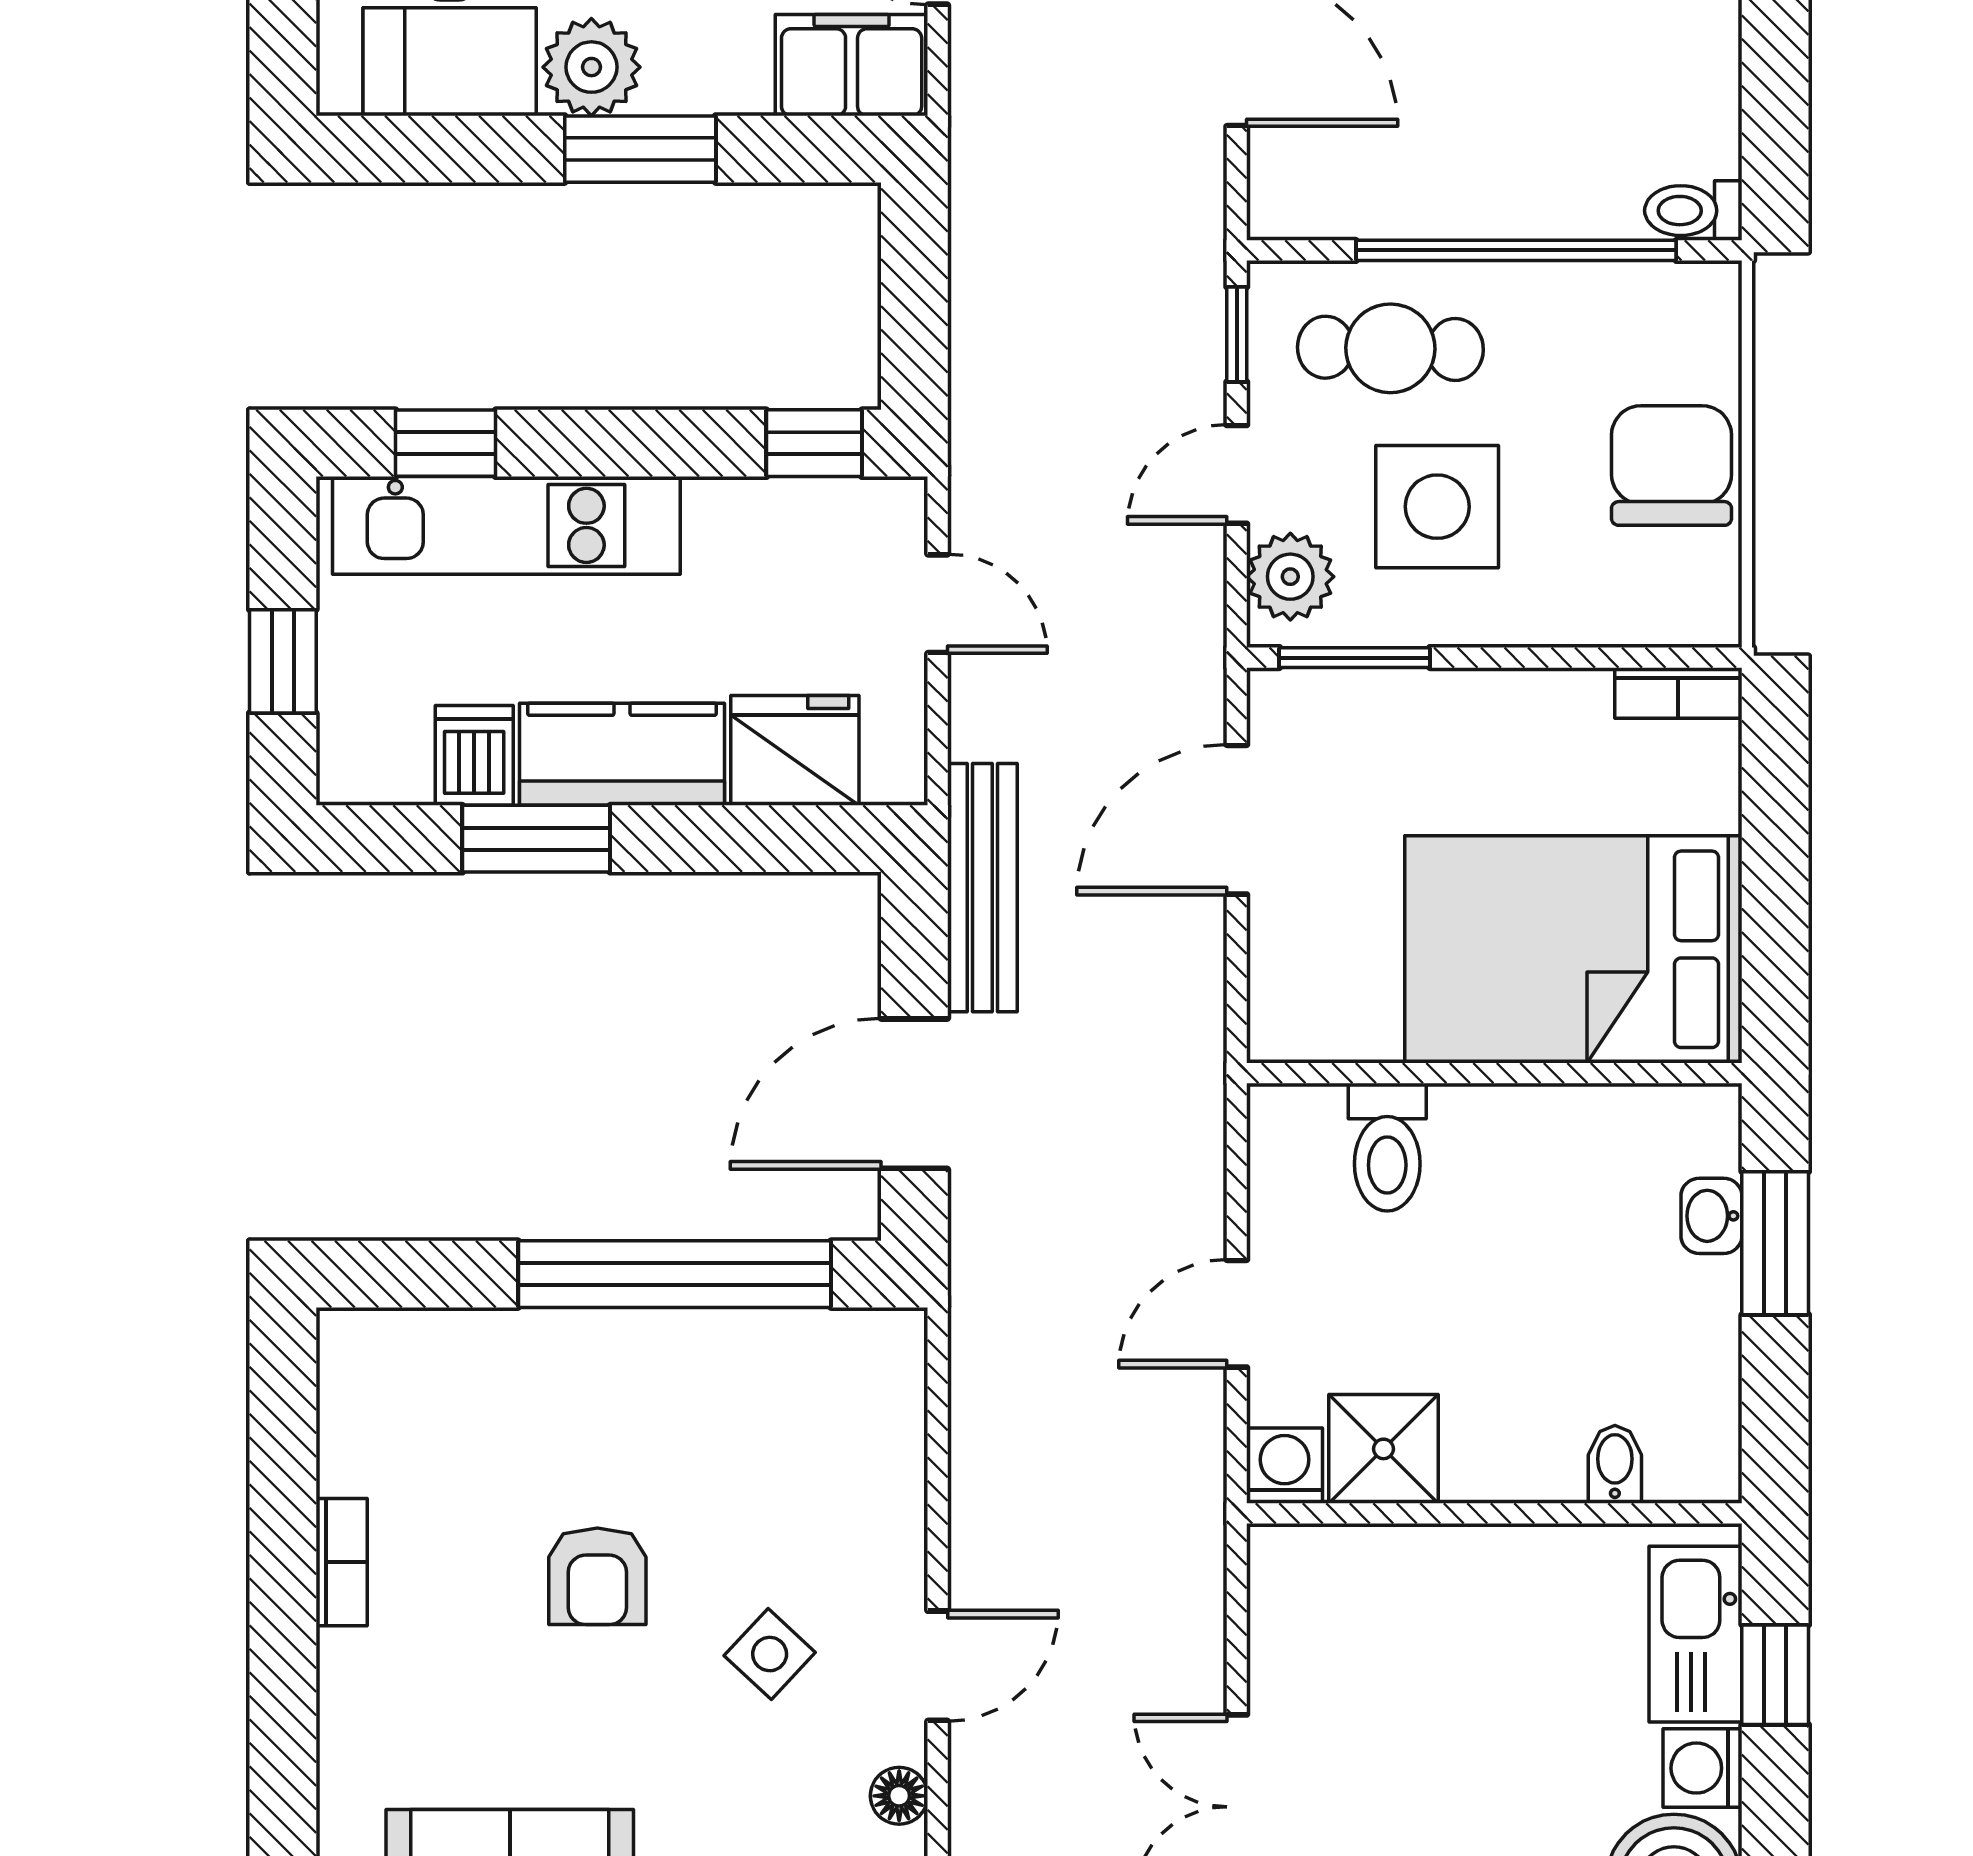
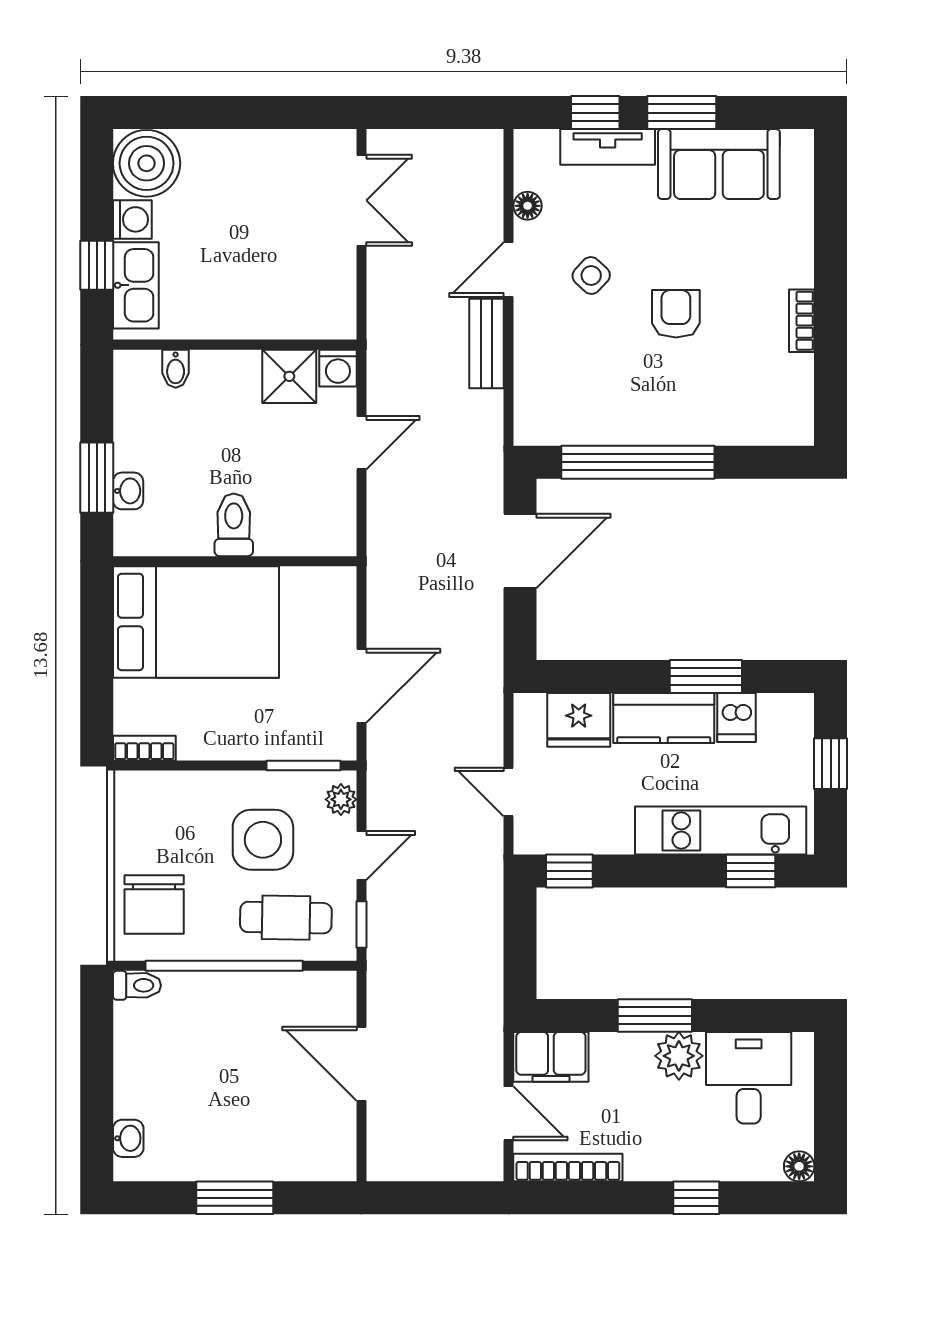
chair: (1672, 466) -> (154, 904), moved
plant: (1290, 577) -> (341, 799), width x0.73, depth x0.73
bench: (982, 888) -> (487, 343), moved, width x0.73
toilet: (1387, 1147) -> (234, 525), moved

